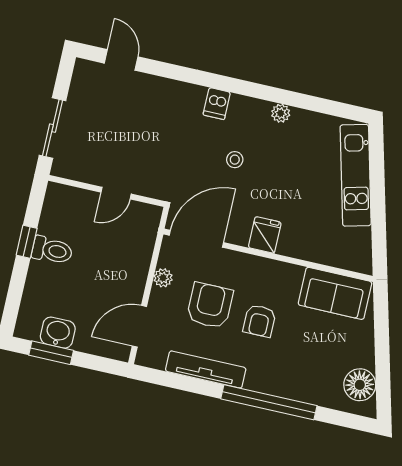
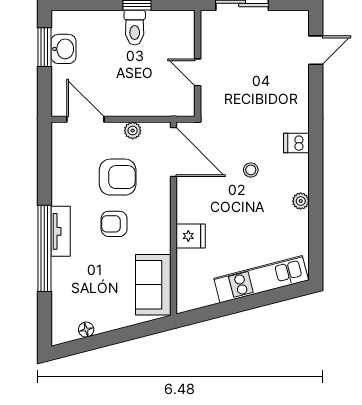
fridge: (265, 235) -> (191, 236), moved
tv unit: (206, 369) -> (61, 231), moved, width x0.71
floor lamp: (360, 385) -> (86, 330), width x0.53, depth x0.53

